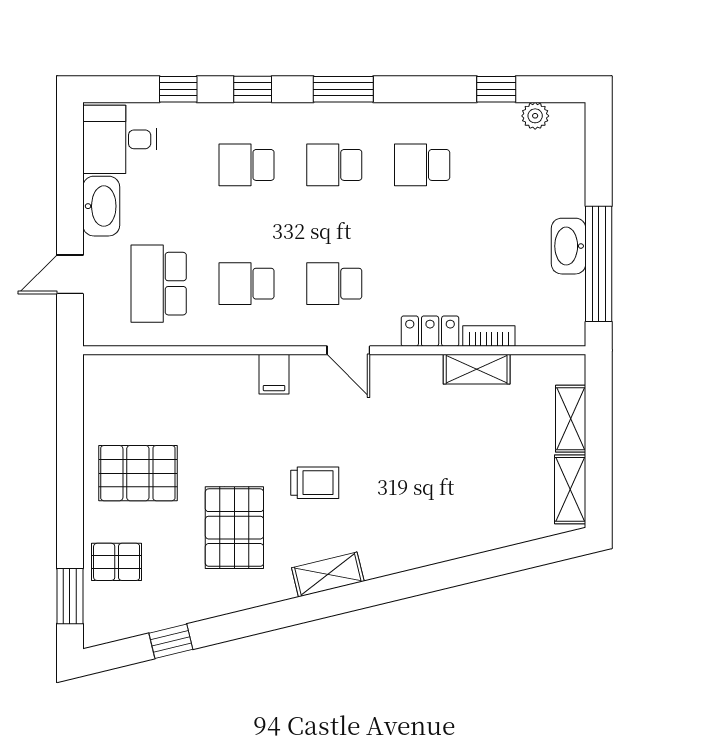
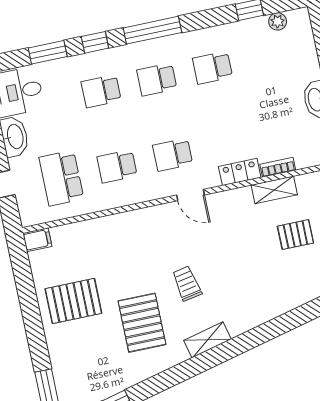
window: (178, 89) -> (48, 52), width x1.50
window: (343, 89) -> (152, 30), width x1.44
filing cabinet: (274, 374) -> (37, 240), moved, turned -90
trolley: (315, 483) -> (187, 284), turned -101
pallet: (117, 562) -> (295, 235), moved

